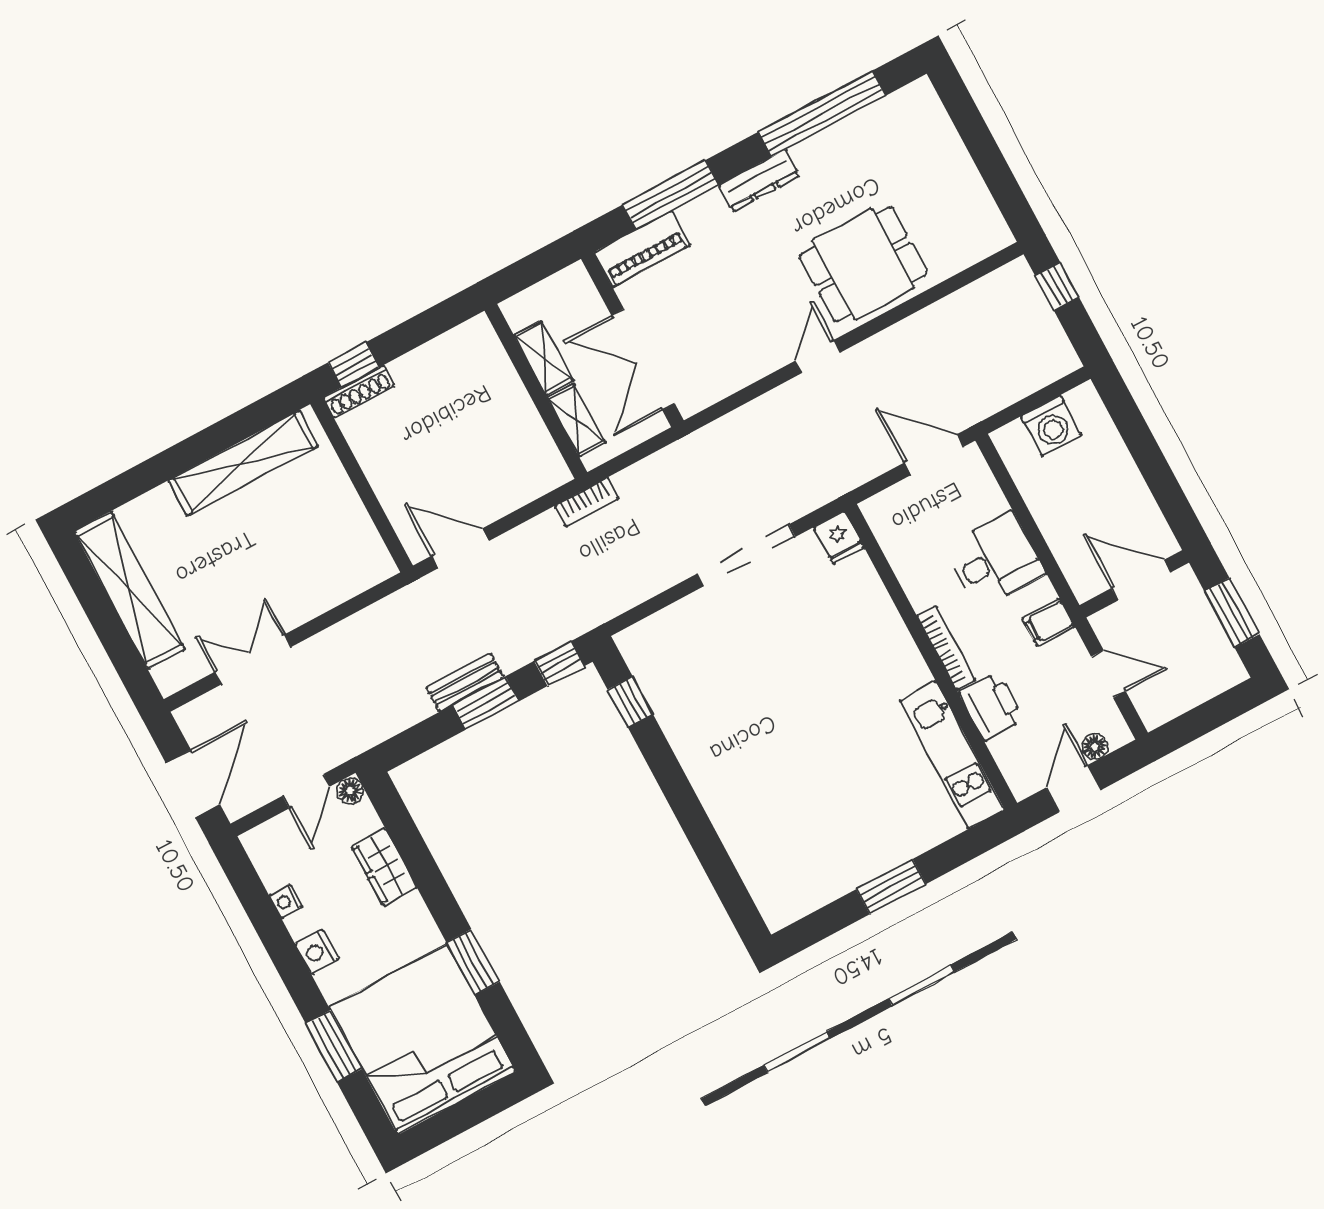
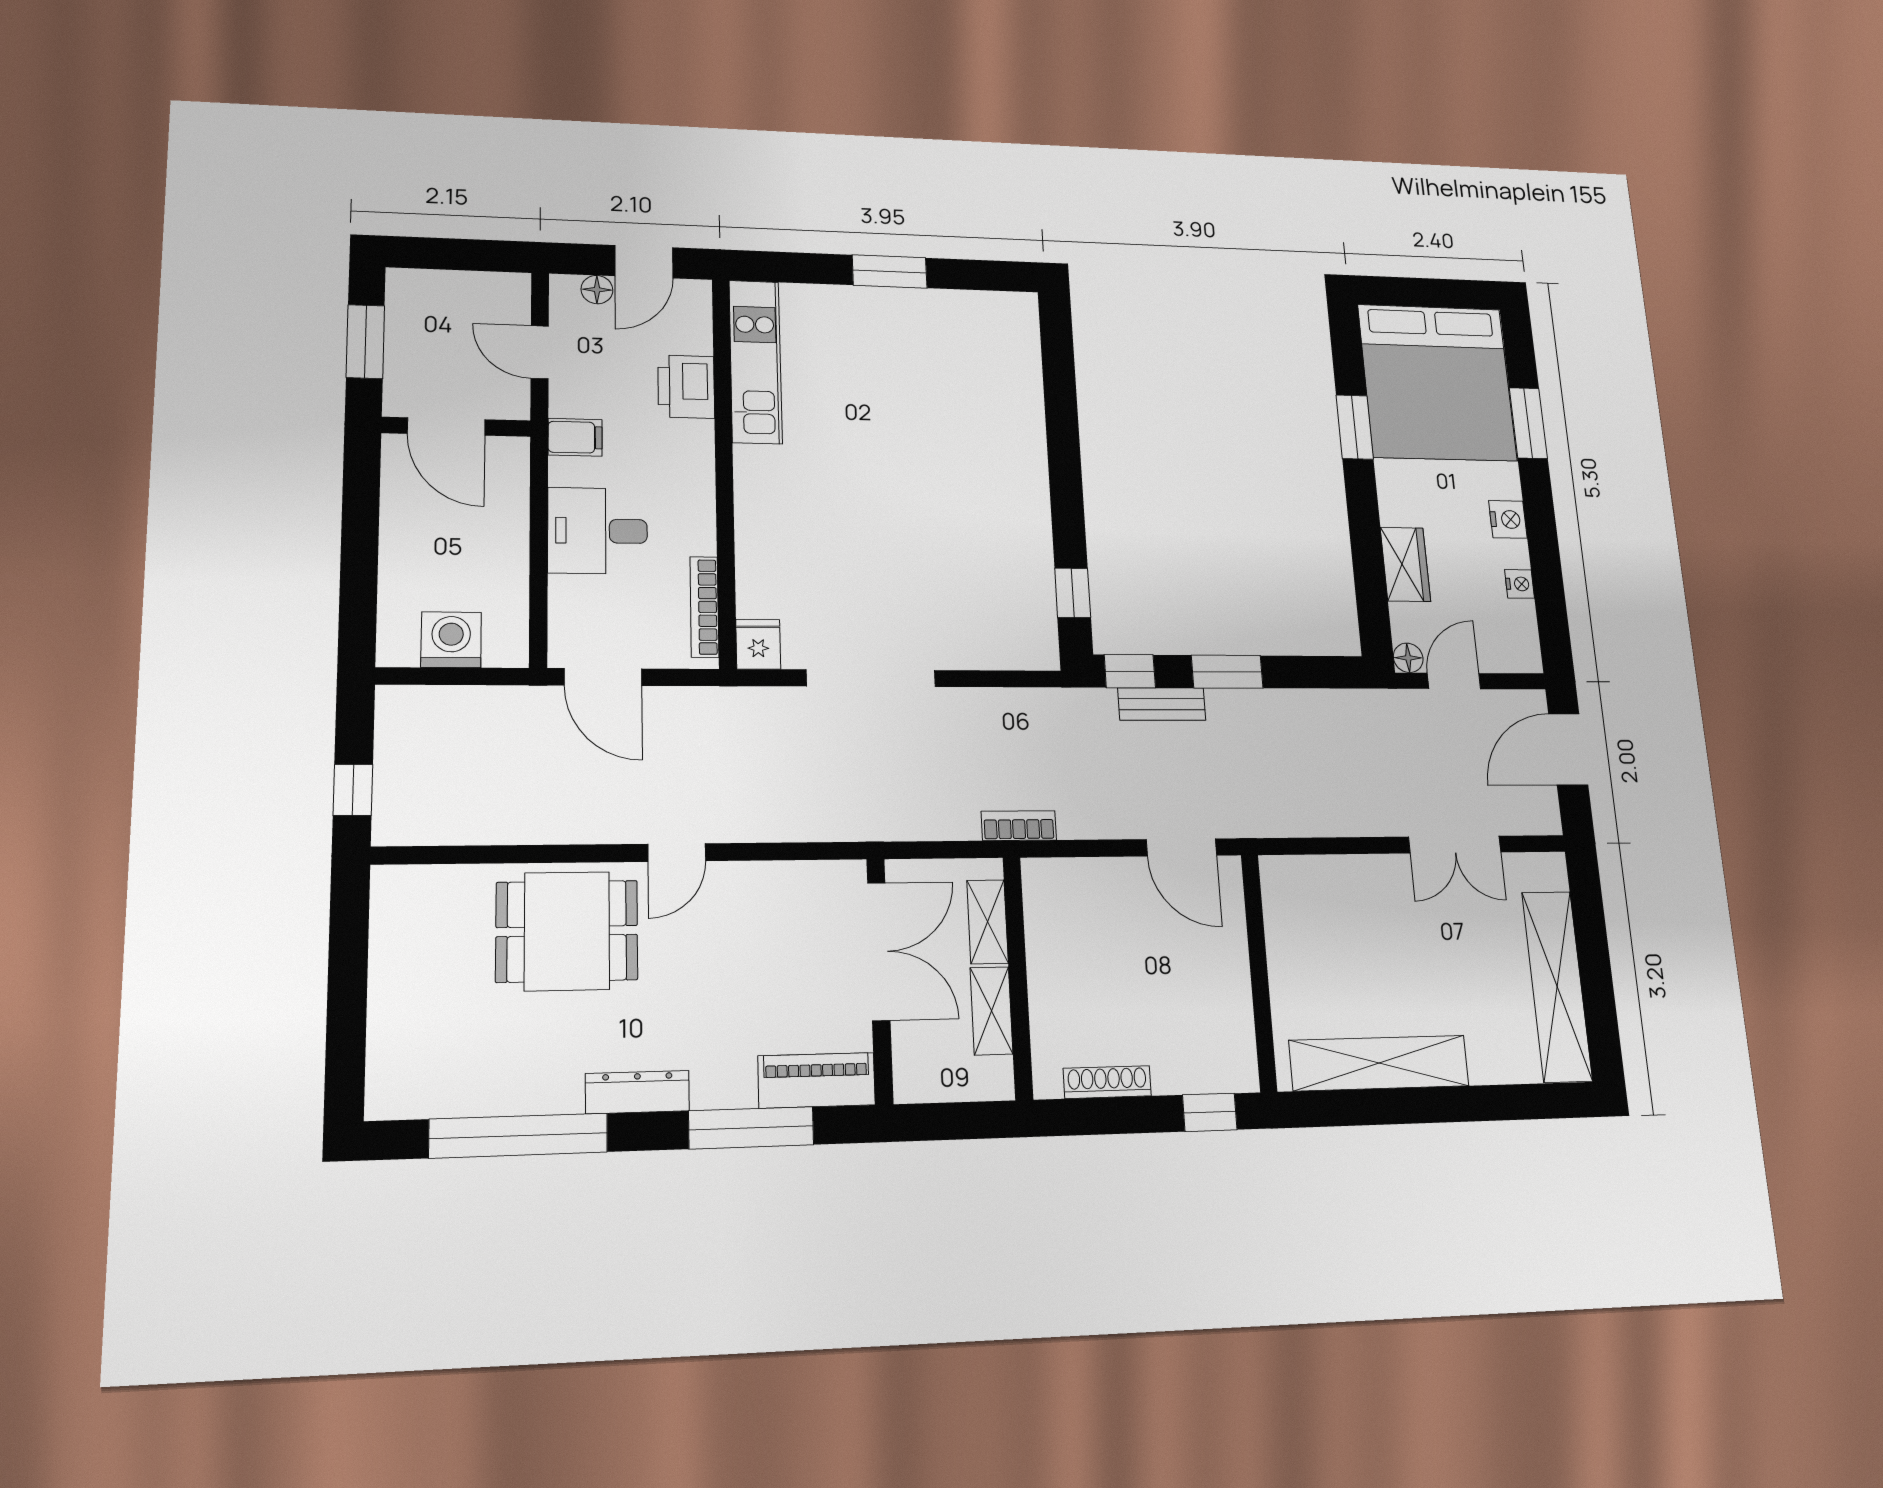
shoe rack: (359, 391) -> (1107, 1082), moved
bookcase: (946, 648) -> (704, 607), moved
bench: (465, 682) -> (1162, 704), moved

